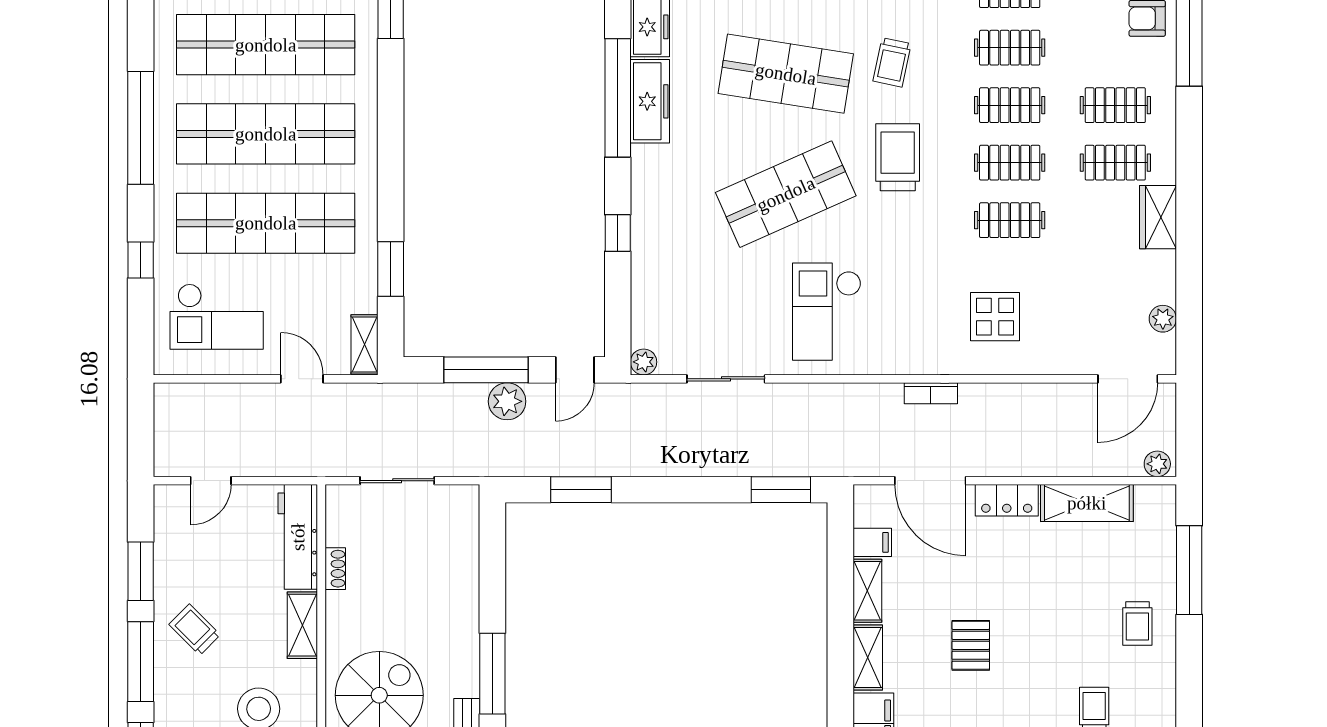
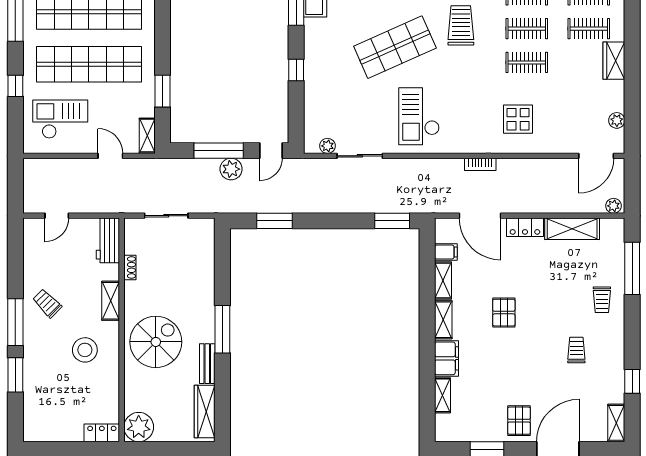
checkout: (217, 317) -> (60, 119), turned 180
plant: (644, 362) -> (327, 146), moved
workbench: (298, 537) -> (108, 240), width x0.73
window: (141, 571) -> (15, 269), removed

